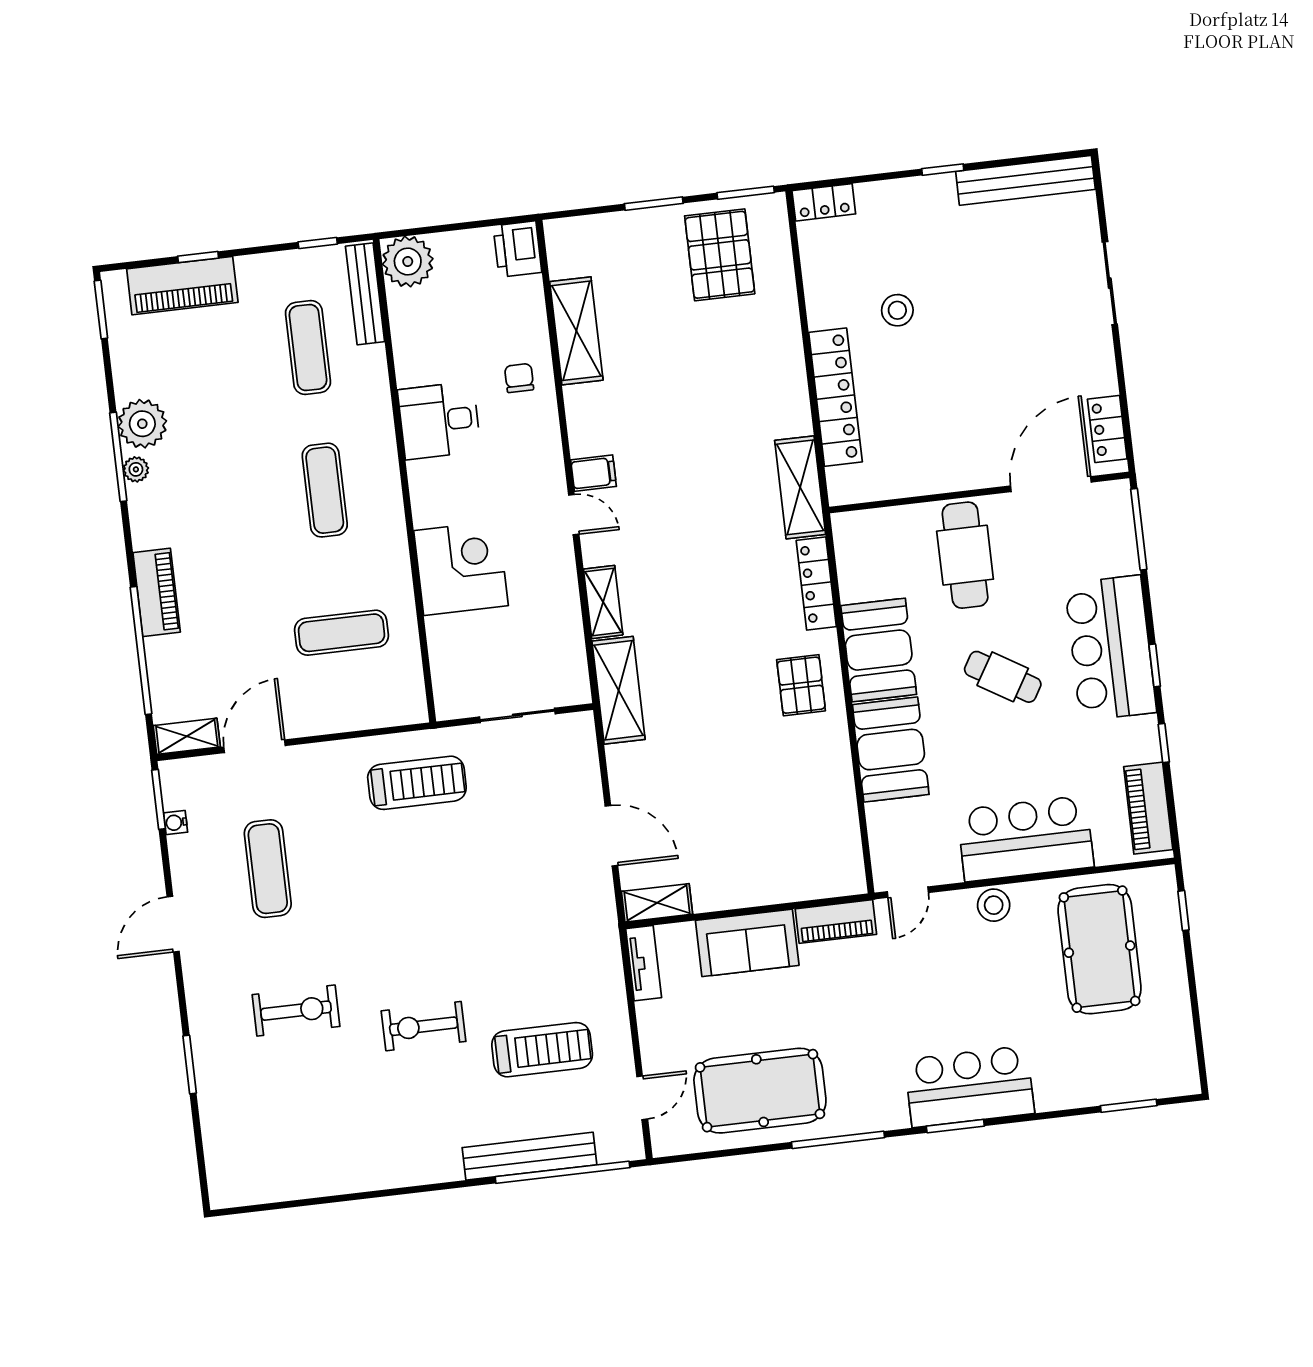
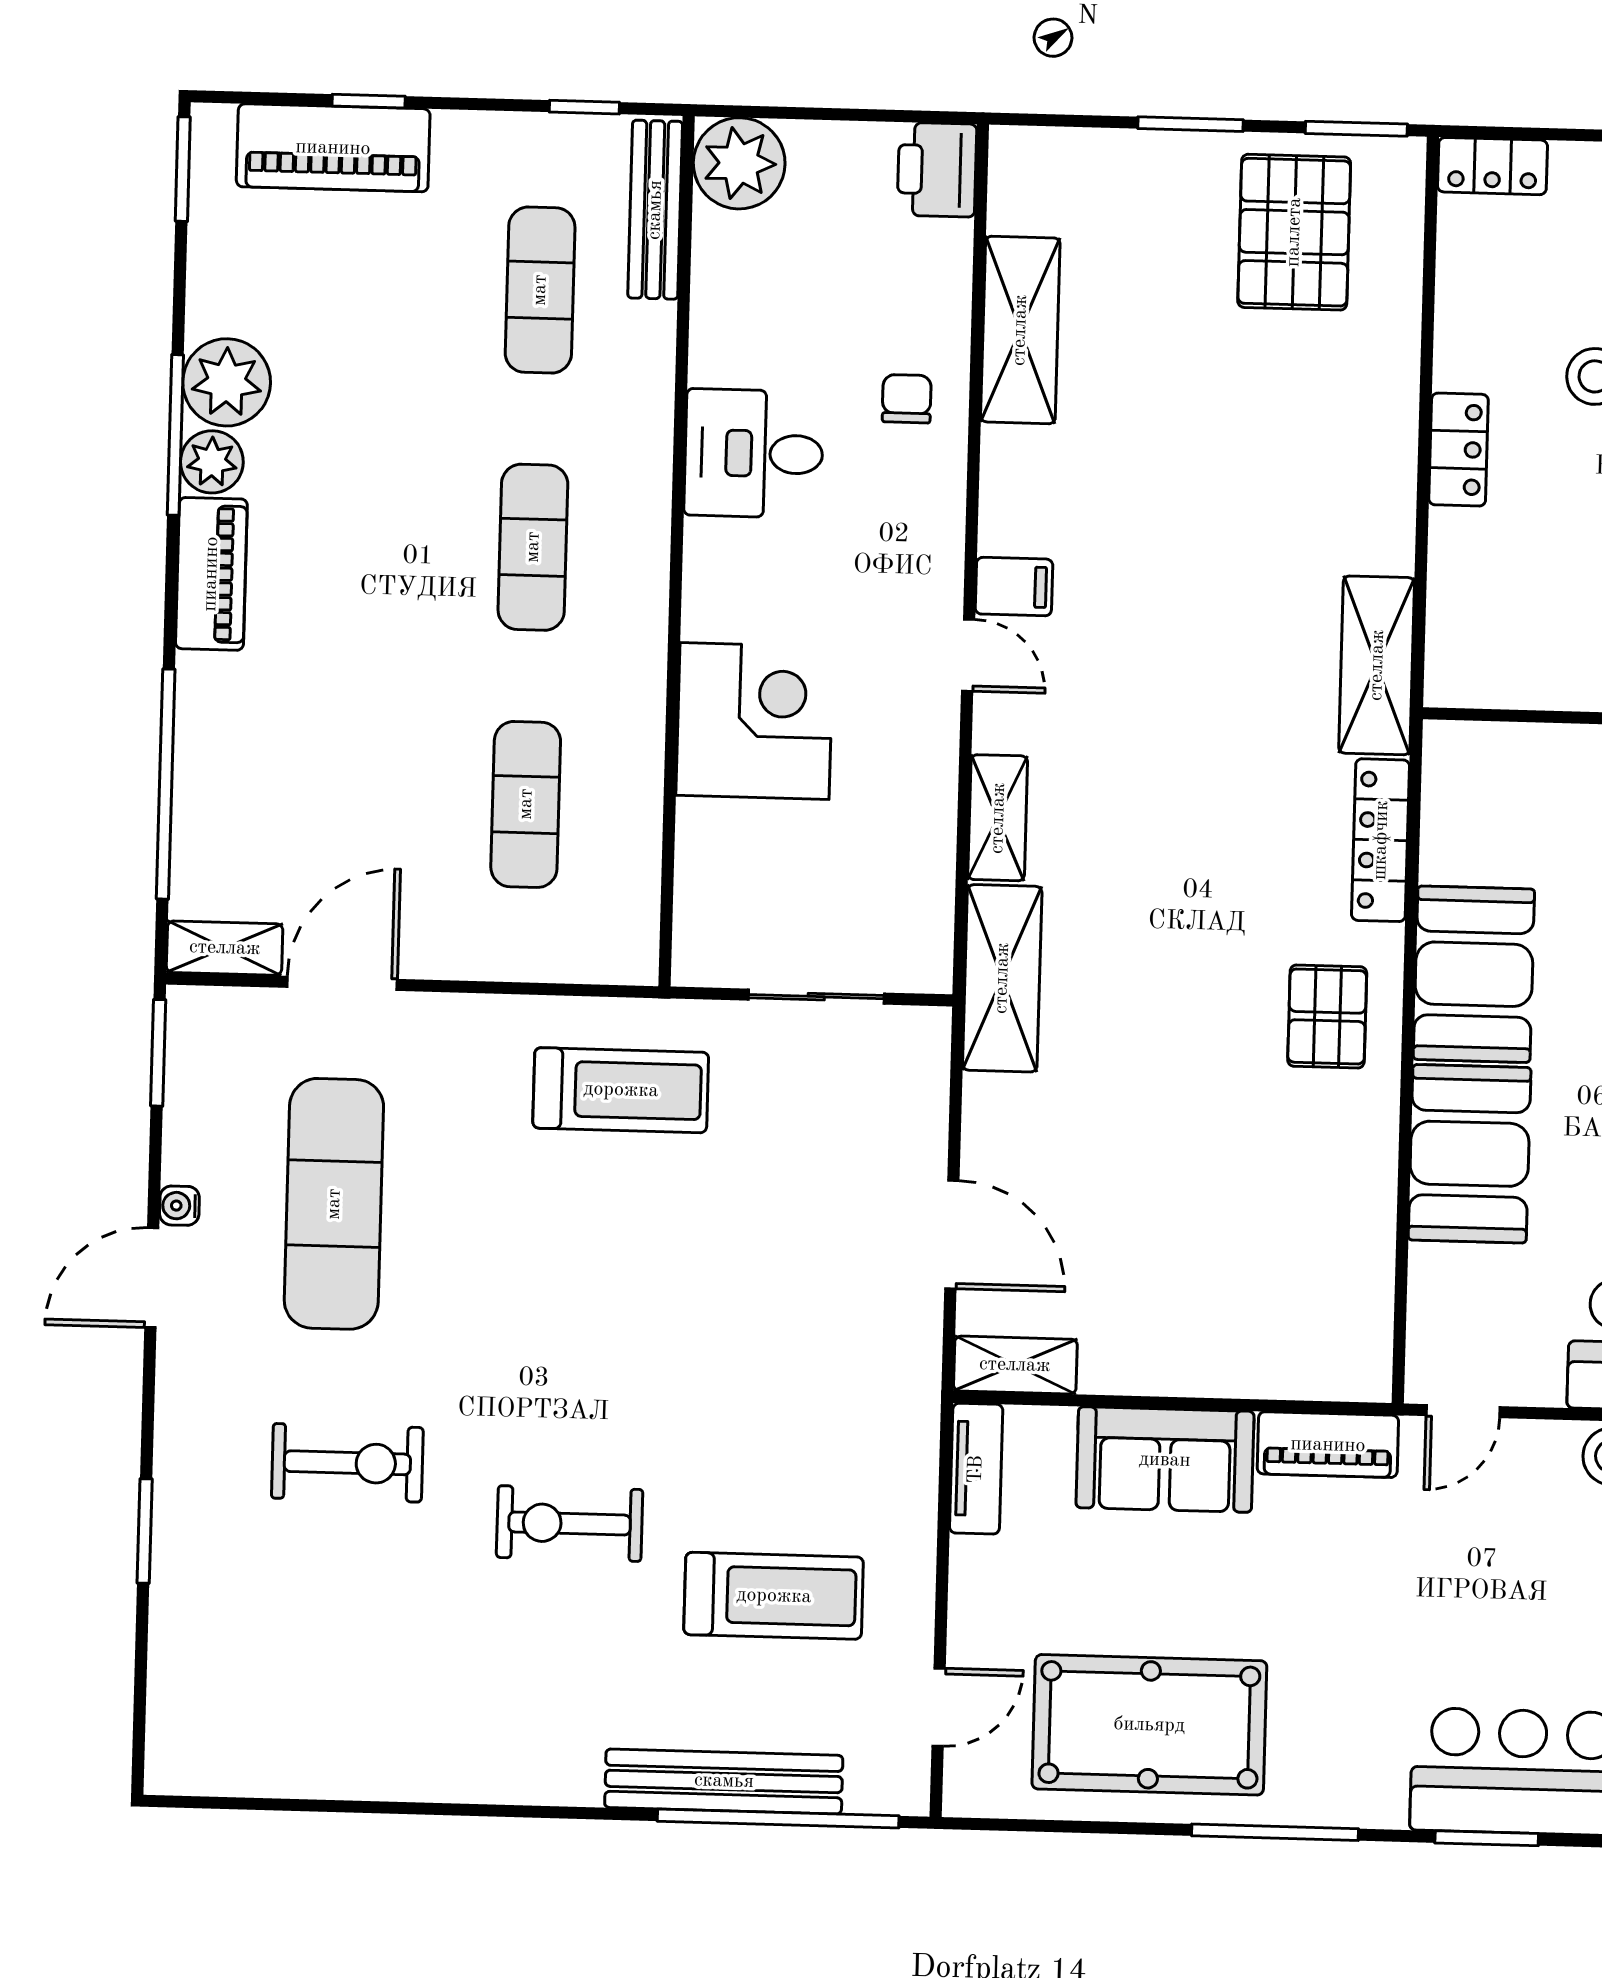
locker: (835, 397) -> (1459, 450), width x0.46, depth x0.83
plant: (136, 469) -> (212, 462), width x1.38, depth x1.38
piano: (157, 592) -> (211, 574), moved
exercise mat: (341, 633) -> (526, 804), turned 90
water cooler: (176, 823) -> (179, 1206), moved
exercise mat: (268, 869) -> (334, 1204), width x1.36, depth x1.45

